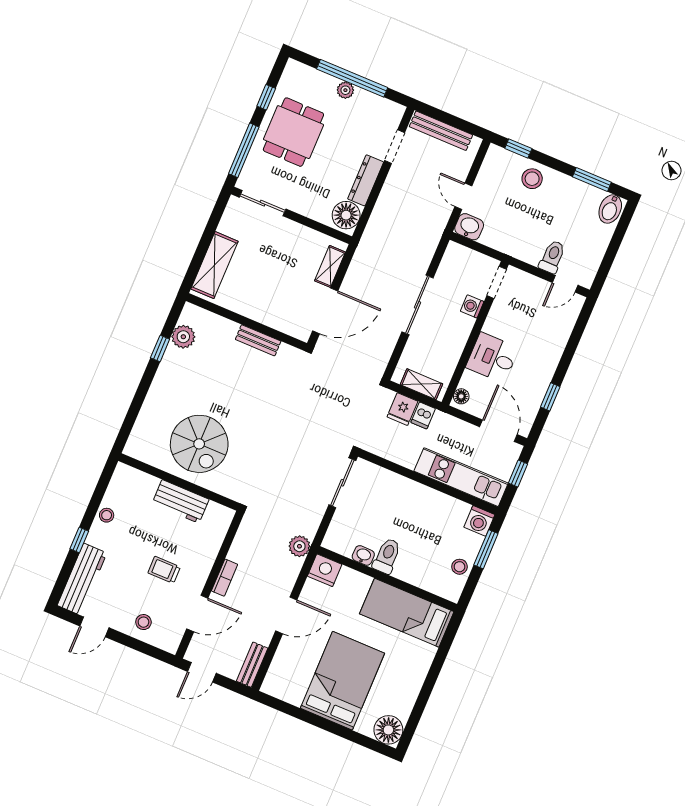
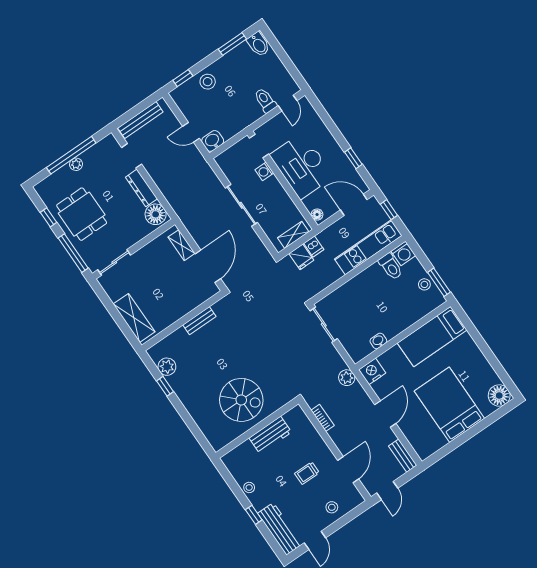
desk: (492, 358) -> (302, 166), width x1.87, depth x1.30
window: (486, 549) -> (439, 282), moved
toilet: (387, 556) -> (391, 267), moved, turned 180
bookcase: (225, 578) -> (323, 418), moved

